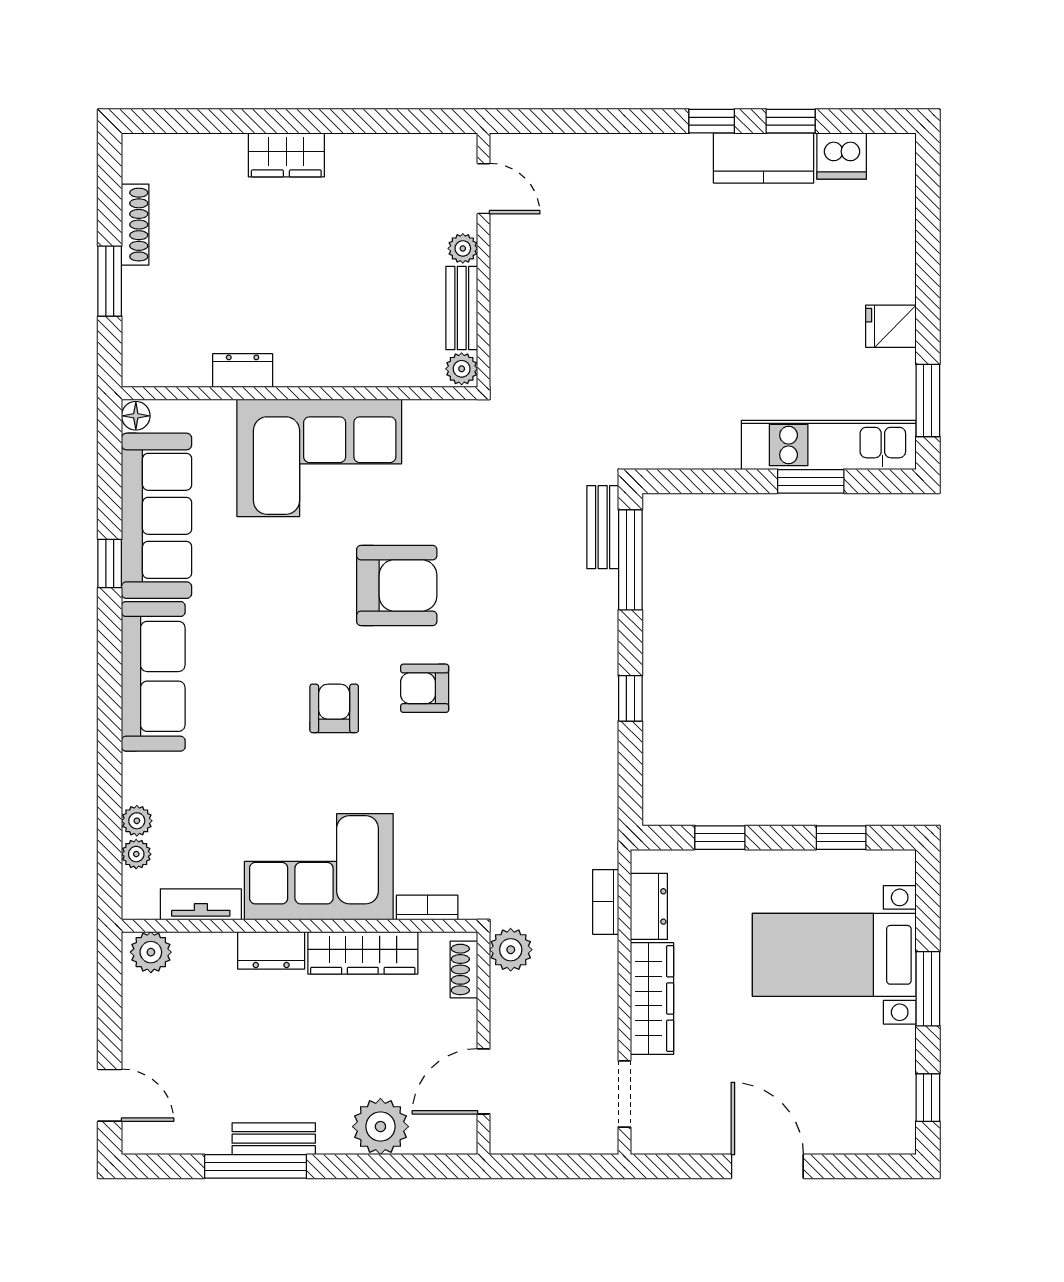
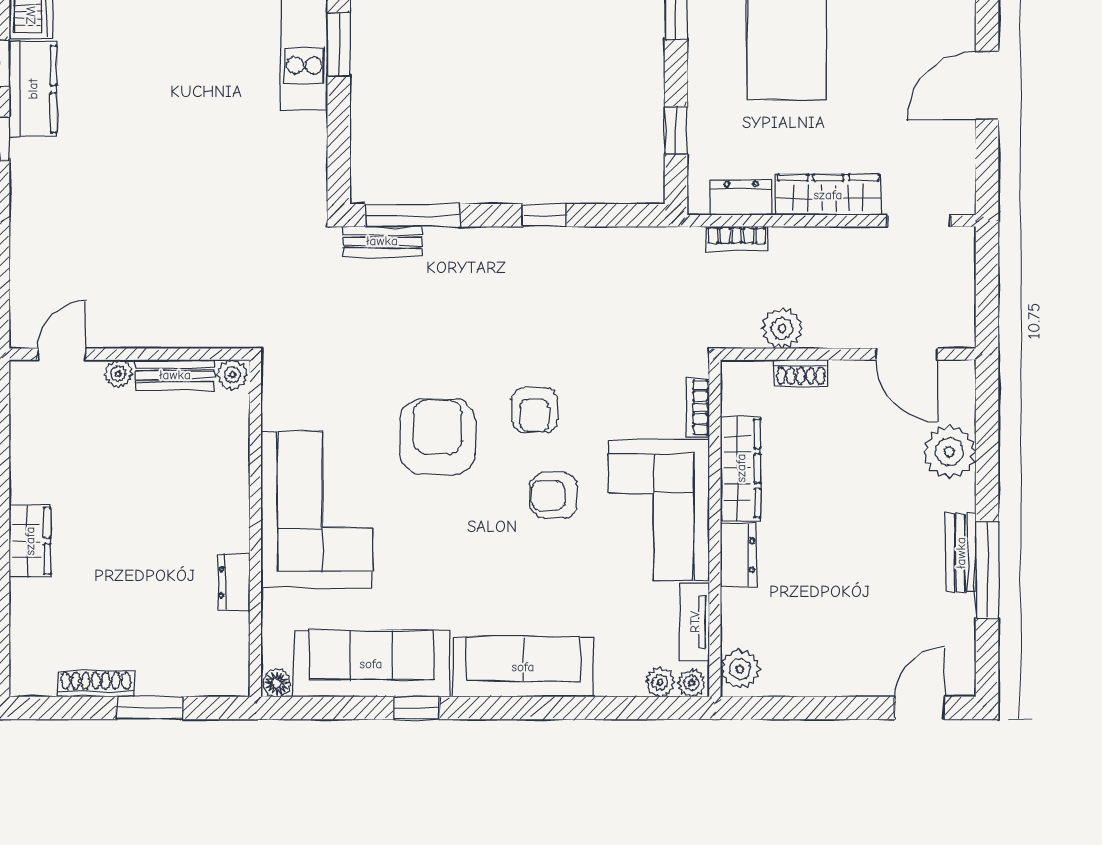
corner sofa: (319, 867) -> (659, 510), moved
tv unit: (201, 904) -> (695, 622), moved
bookcase: (427, 907) -> (698, 408), moved
wall: (300, 926) -> (715, 528), moved
dresser: (271, 950) -> (738, 555), moved
plant: (151, 952) -> (740, 669), moved
wardrobe: (363, 953) -> (741, 468), moved

